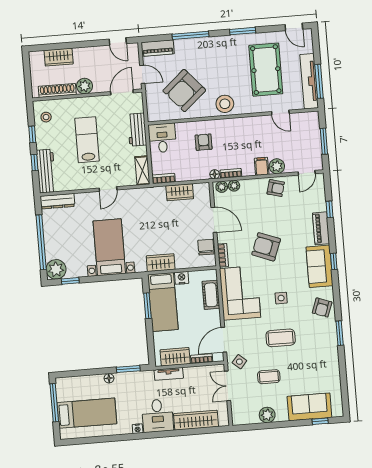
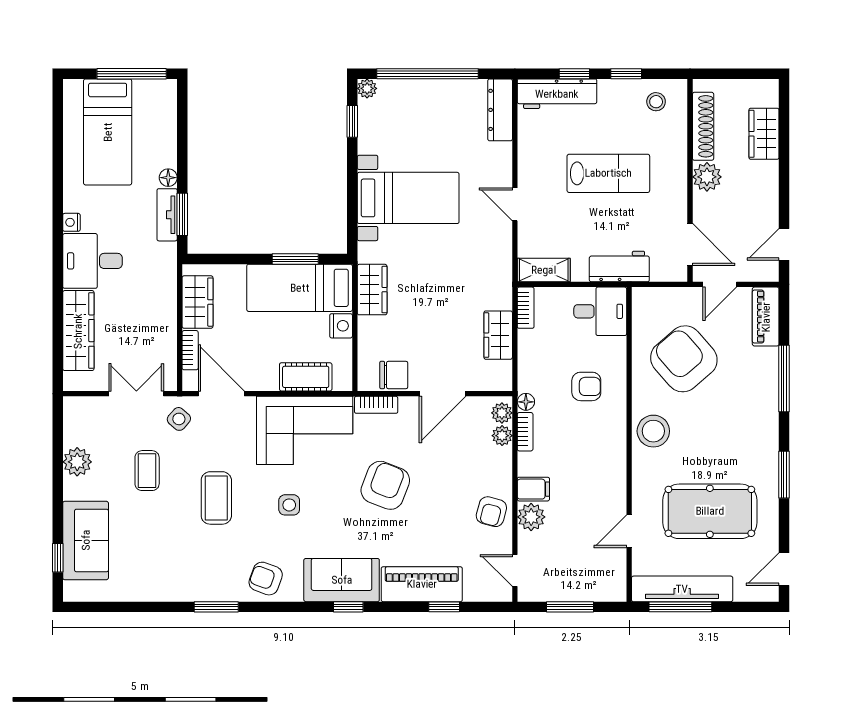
piano: (321, 228) -> (422, 584), width x1.37, depth x1.33
plant: (56, 269) -> (367, 88), width x0.53, depth x0.53
tv unit: (169, 374) -> (167, 215), moved

